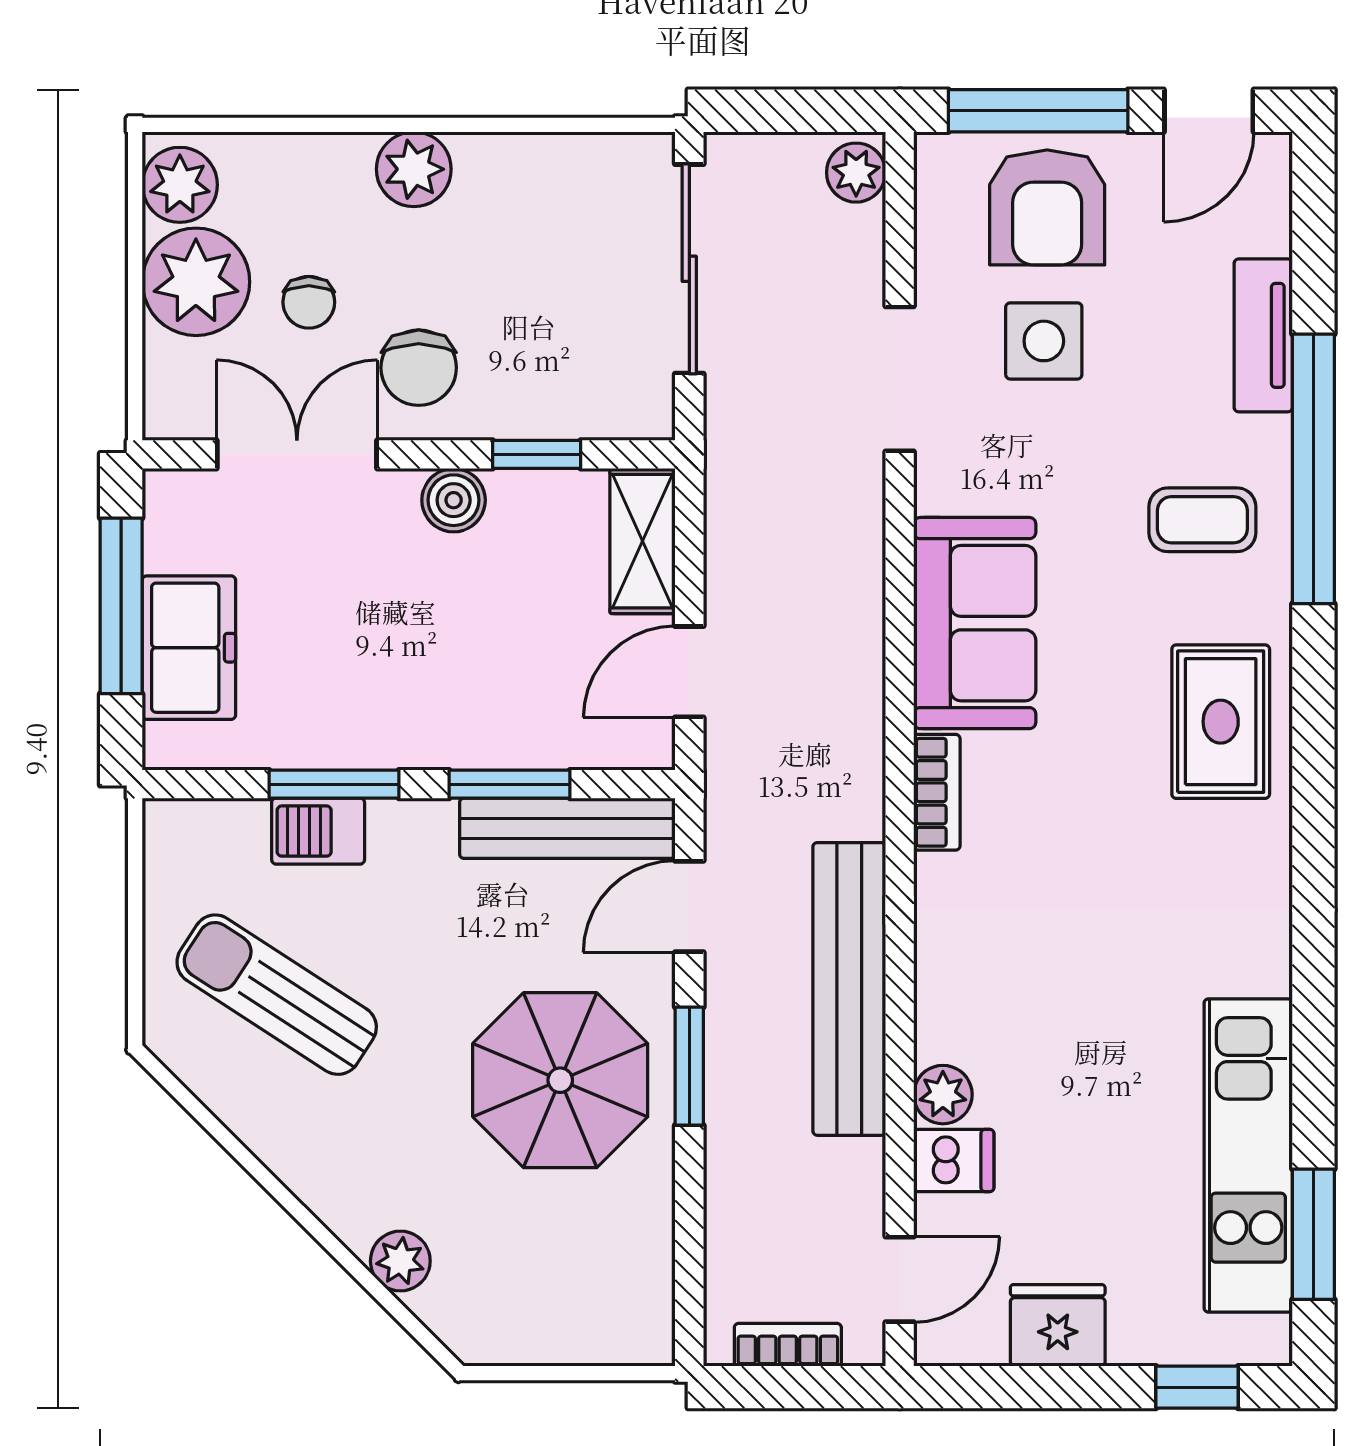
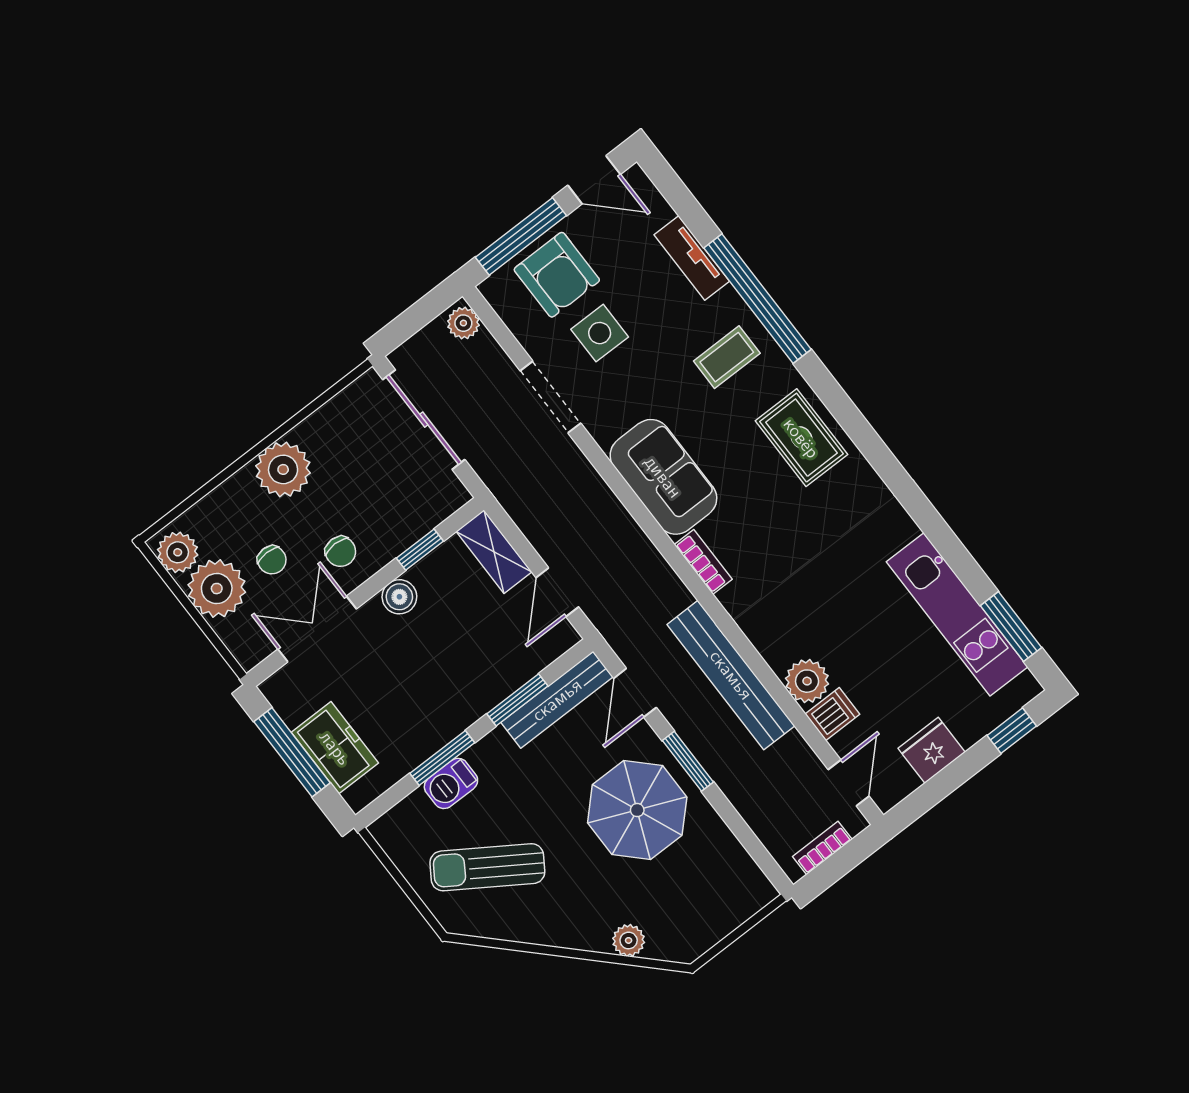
door: (1209, 111) -> (594, 180), hinge flipped
plant: (414, 169) -> (283, 469), width x1.36, depth x1.36
chair: (419, 368) -> (341, 552), width x0.73, depth x0.73
plant: (943, 1095) -> (807, 681), width x1.38, depth x1.38

